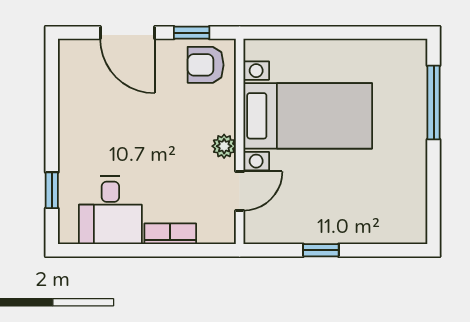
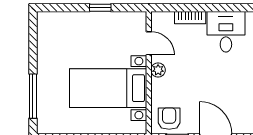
armchair: (206, 65) -> (169, 119), turned -90
door: (240, 191) -> (149, 43), swing flipped

